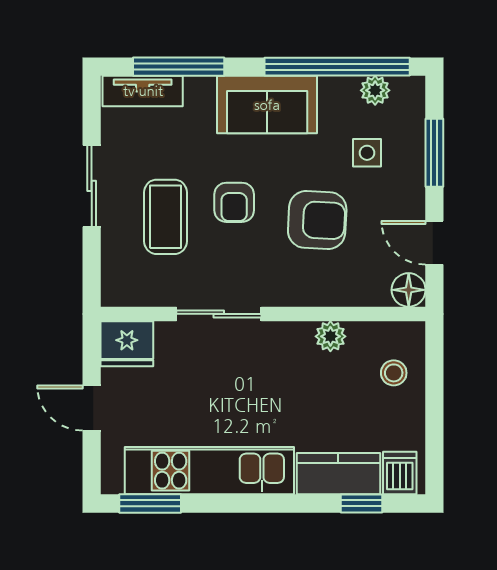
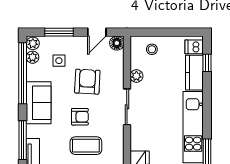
plant: (408, 91) -> (33, 43), added
sliding door: (219, 314) -> (127, 107), moved

